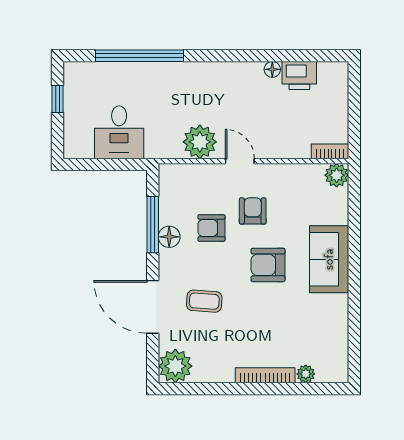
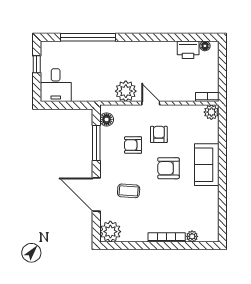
floor lamp: (272, 69) -> (205, 46), moved
desk: (119, 132) -> (56, 85), moved
floor lamp: (169, 237) -> (107, 119), moved

